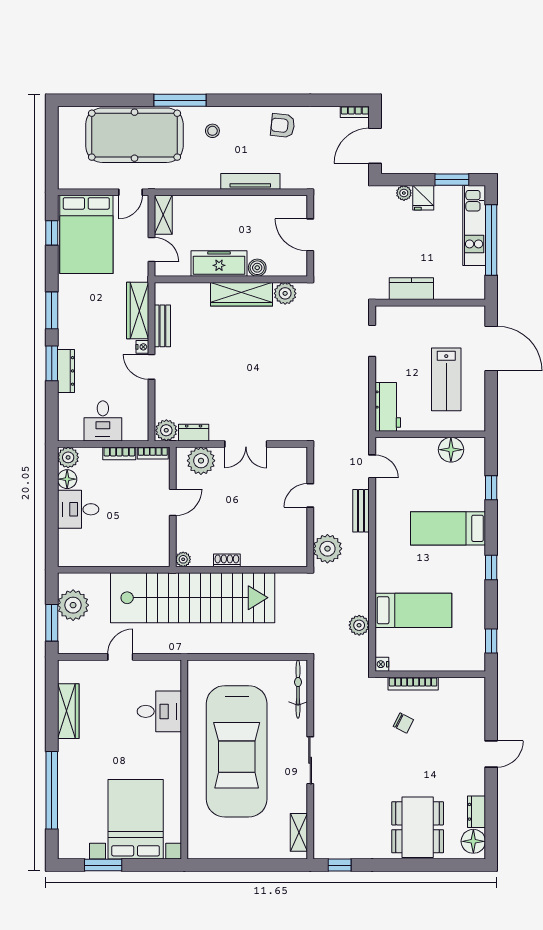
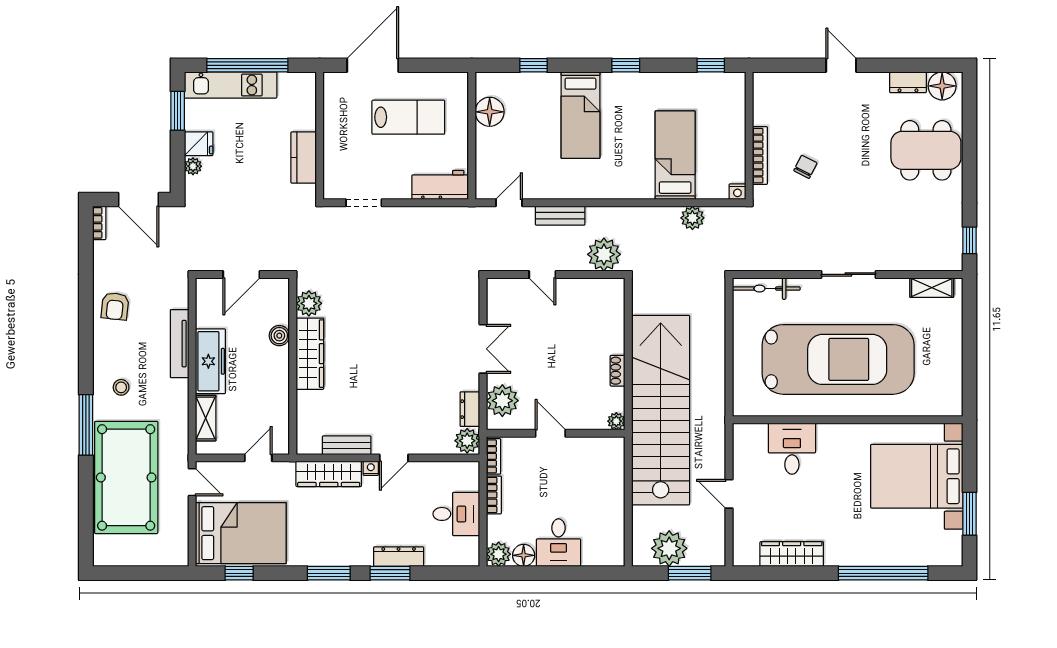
shelving: (163, 215) -> (206, 418), moved, turned 90
freezer: (219, 263) -> (210, 361), moved, turned 180

